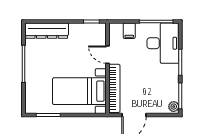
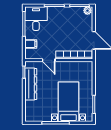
dresser: (47, 31) -> (31, 84), moved
desk: (163, 43) -> (36, 19), width x0.73
door: (107, 55) -> (49, 60), hinge flipped
bed with nightstands: (79, 91) -> (68, 102), moved, turned 180

